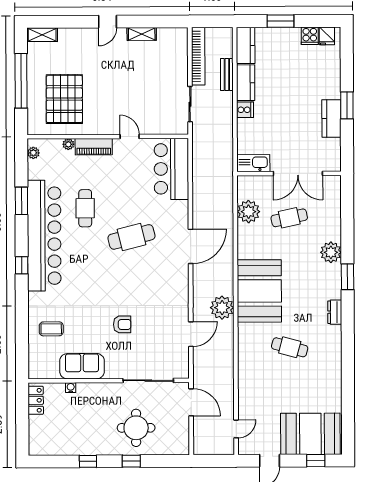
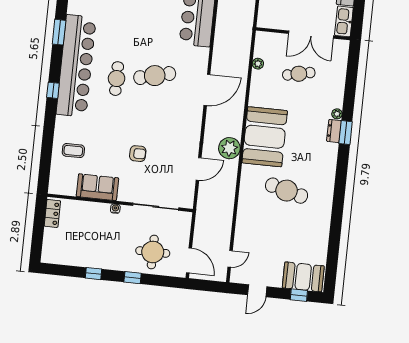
kitchen sink: (253, 163) -> (344, 21), moved, turned -90
cafe table: (85, 208) -> (117, 79), moved
plant: (249, 212) -> (258, 64), width x0.53, depth x0.53
plant: (331, 252) -> (337, 114), width x0.53, depth x0.53
dresser: (335, 312) -> (334, 131), moved
cafe table: (290, 347) -> (287, 191), width x1.37, depth x1.35
water cooler: (71, 388) -> (115, 209), moved
door: (191, 402) -> (189, 260), moved
round table: (136, 428) -> (153, 252), moved
booth: (310, 434) -> (303, 277), width x0.73, depth x0.70

